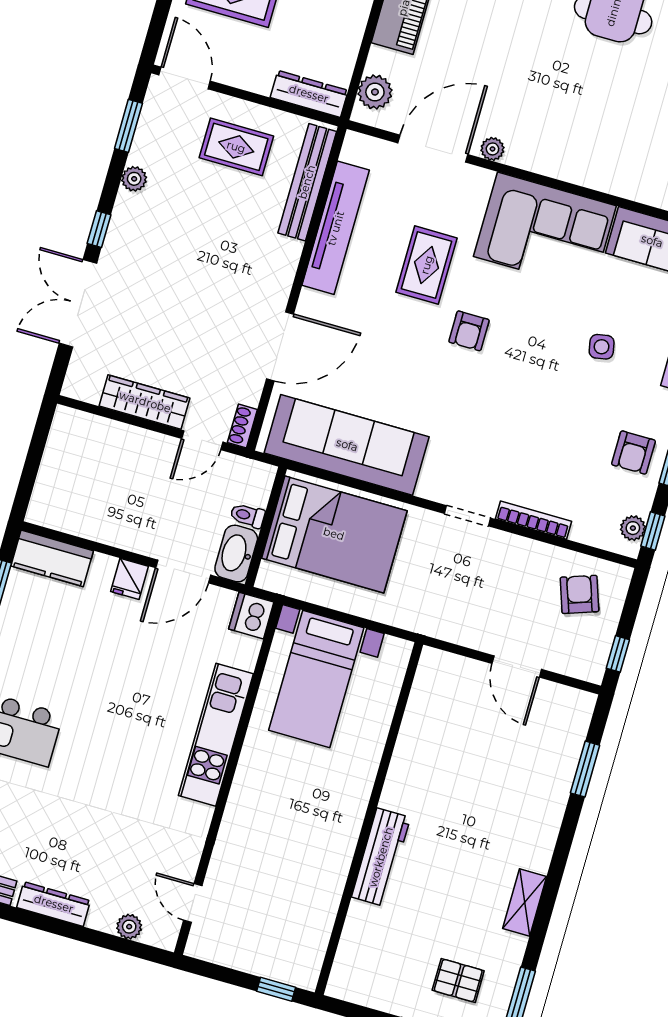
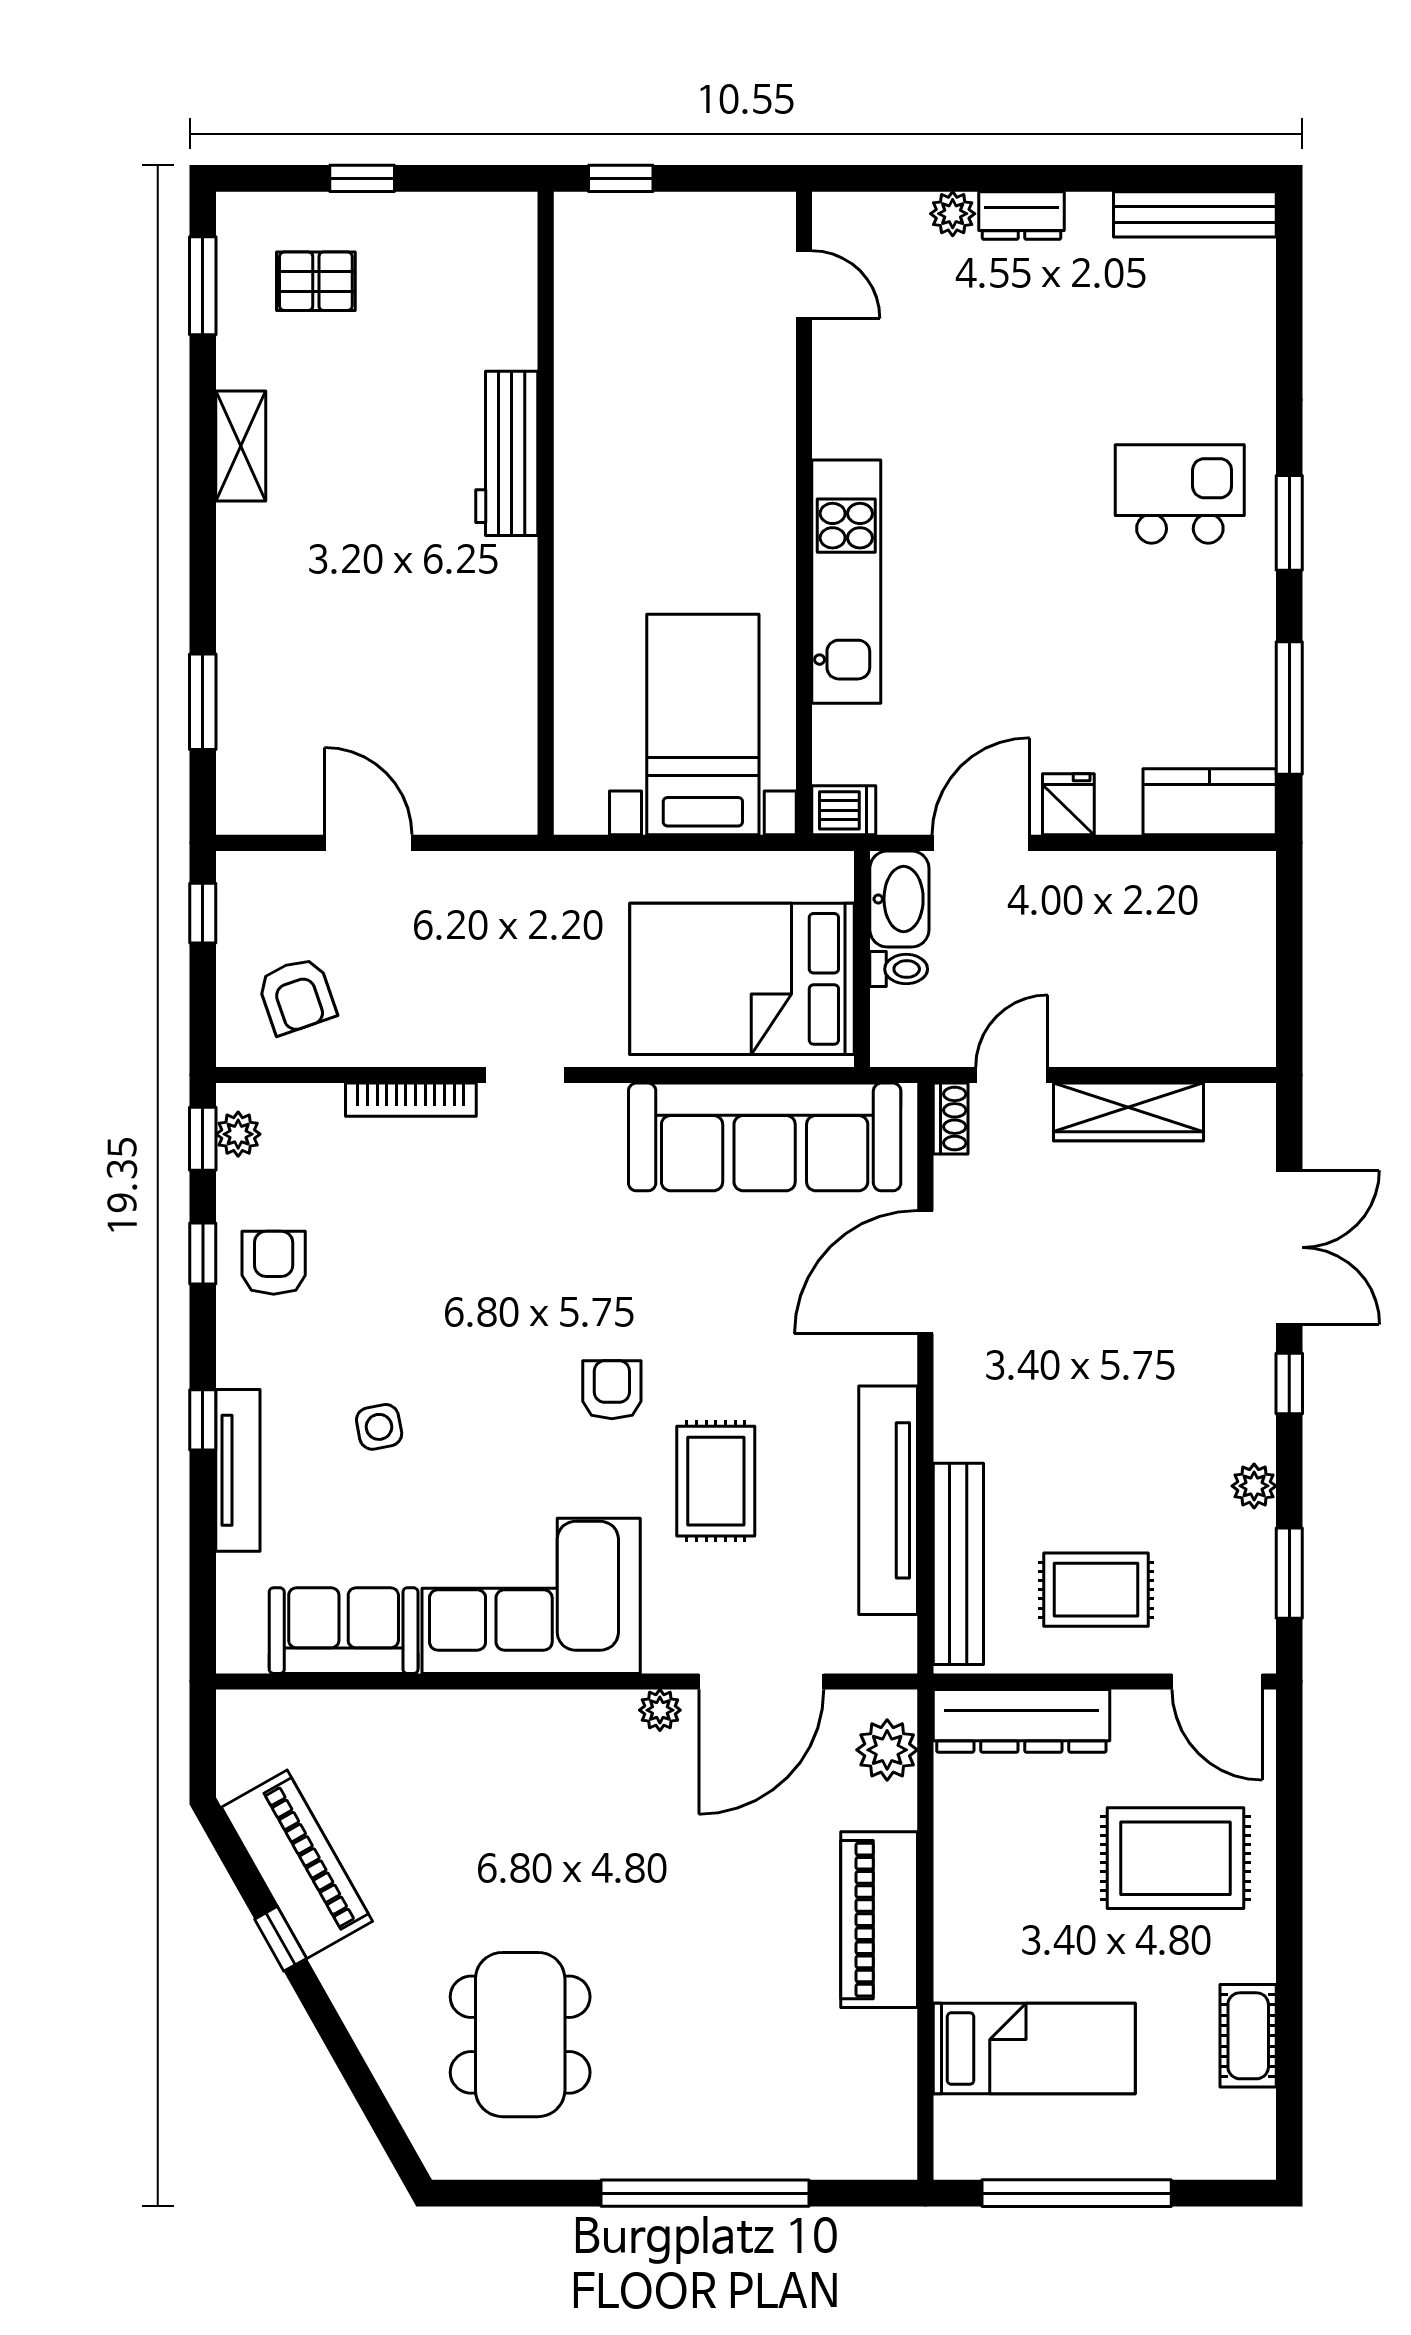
dresser: (309, 94) -> (1021, 1721), width x1.37, depth x1.24
dishwasher: (251, 616) -> (844, 810), width x0.73
dresser: (54, 904) -> (1022, 215), width x0.70
plant: (129, 927) -> (953, 214), moved

